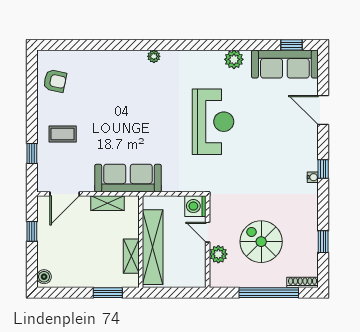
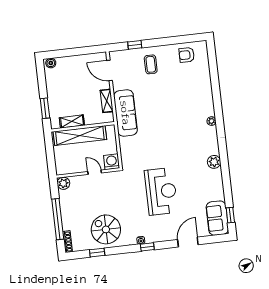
plant: (234, 59) -> (214, 162), moved
sofa: (285, 64) -> (217, 218), width x0.73
armchair: (55, 81) -> (187, 55), turned 78
reception desk: (213, 122) -> (161, 191), moved, turned -90
window: (32, 231) -> (81, 51), removed
door: (208, 232) -> (95, 172), hinge flipped
spiral stairs: (261, 242) -> (106, 229), moved, turned -90
plant: (218, 254) -> (63, 183), moved

